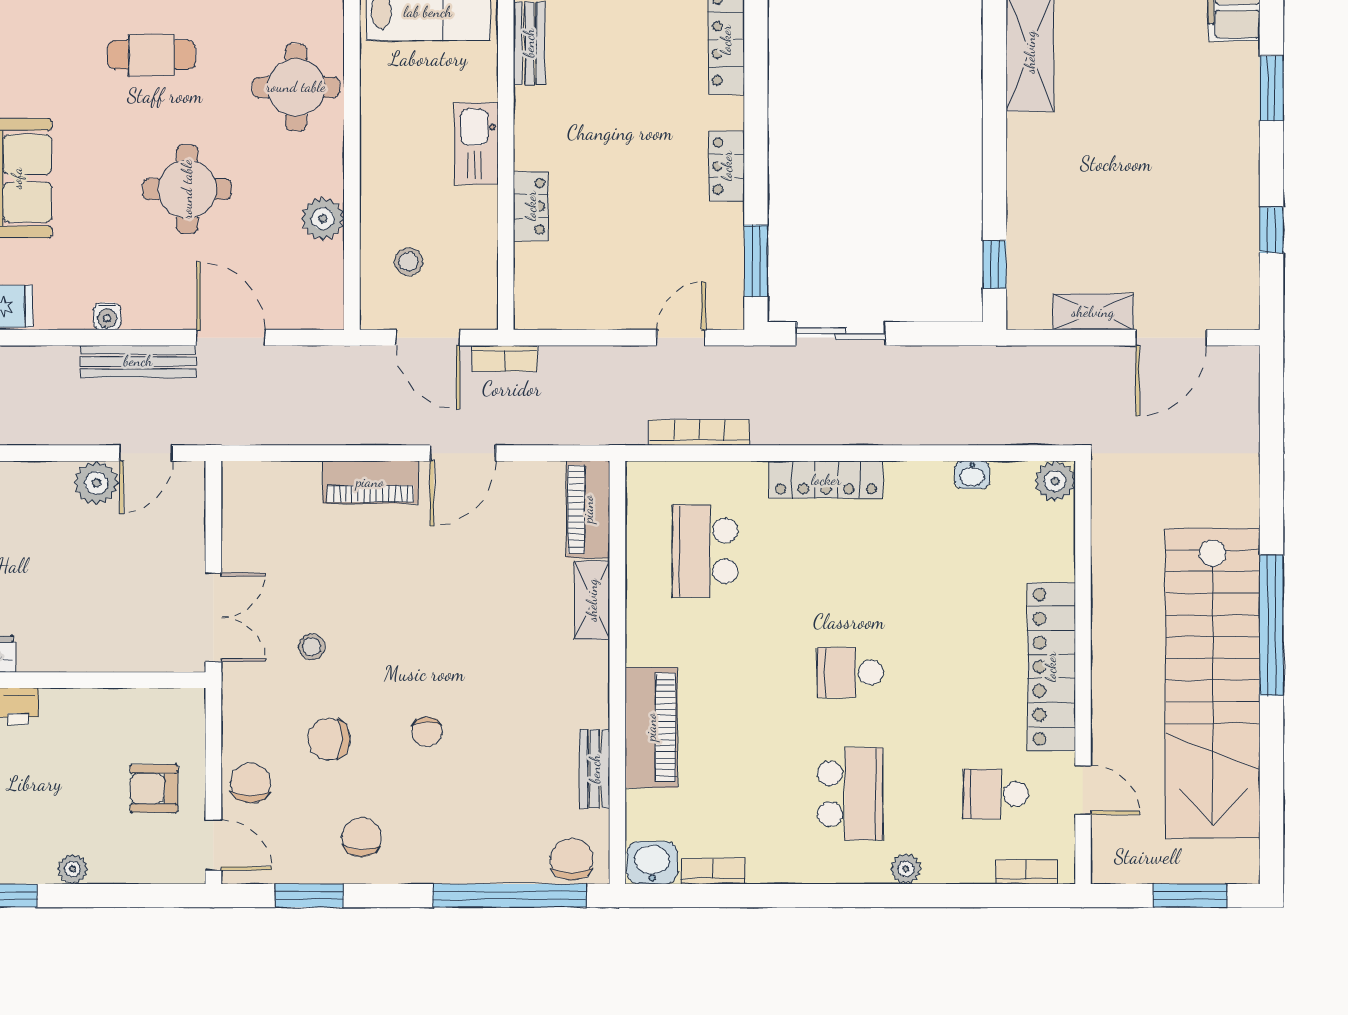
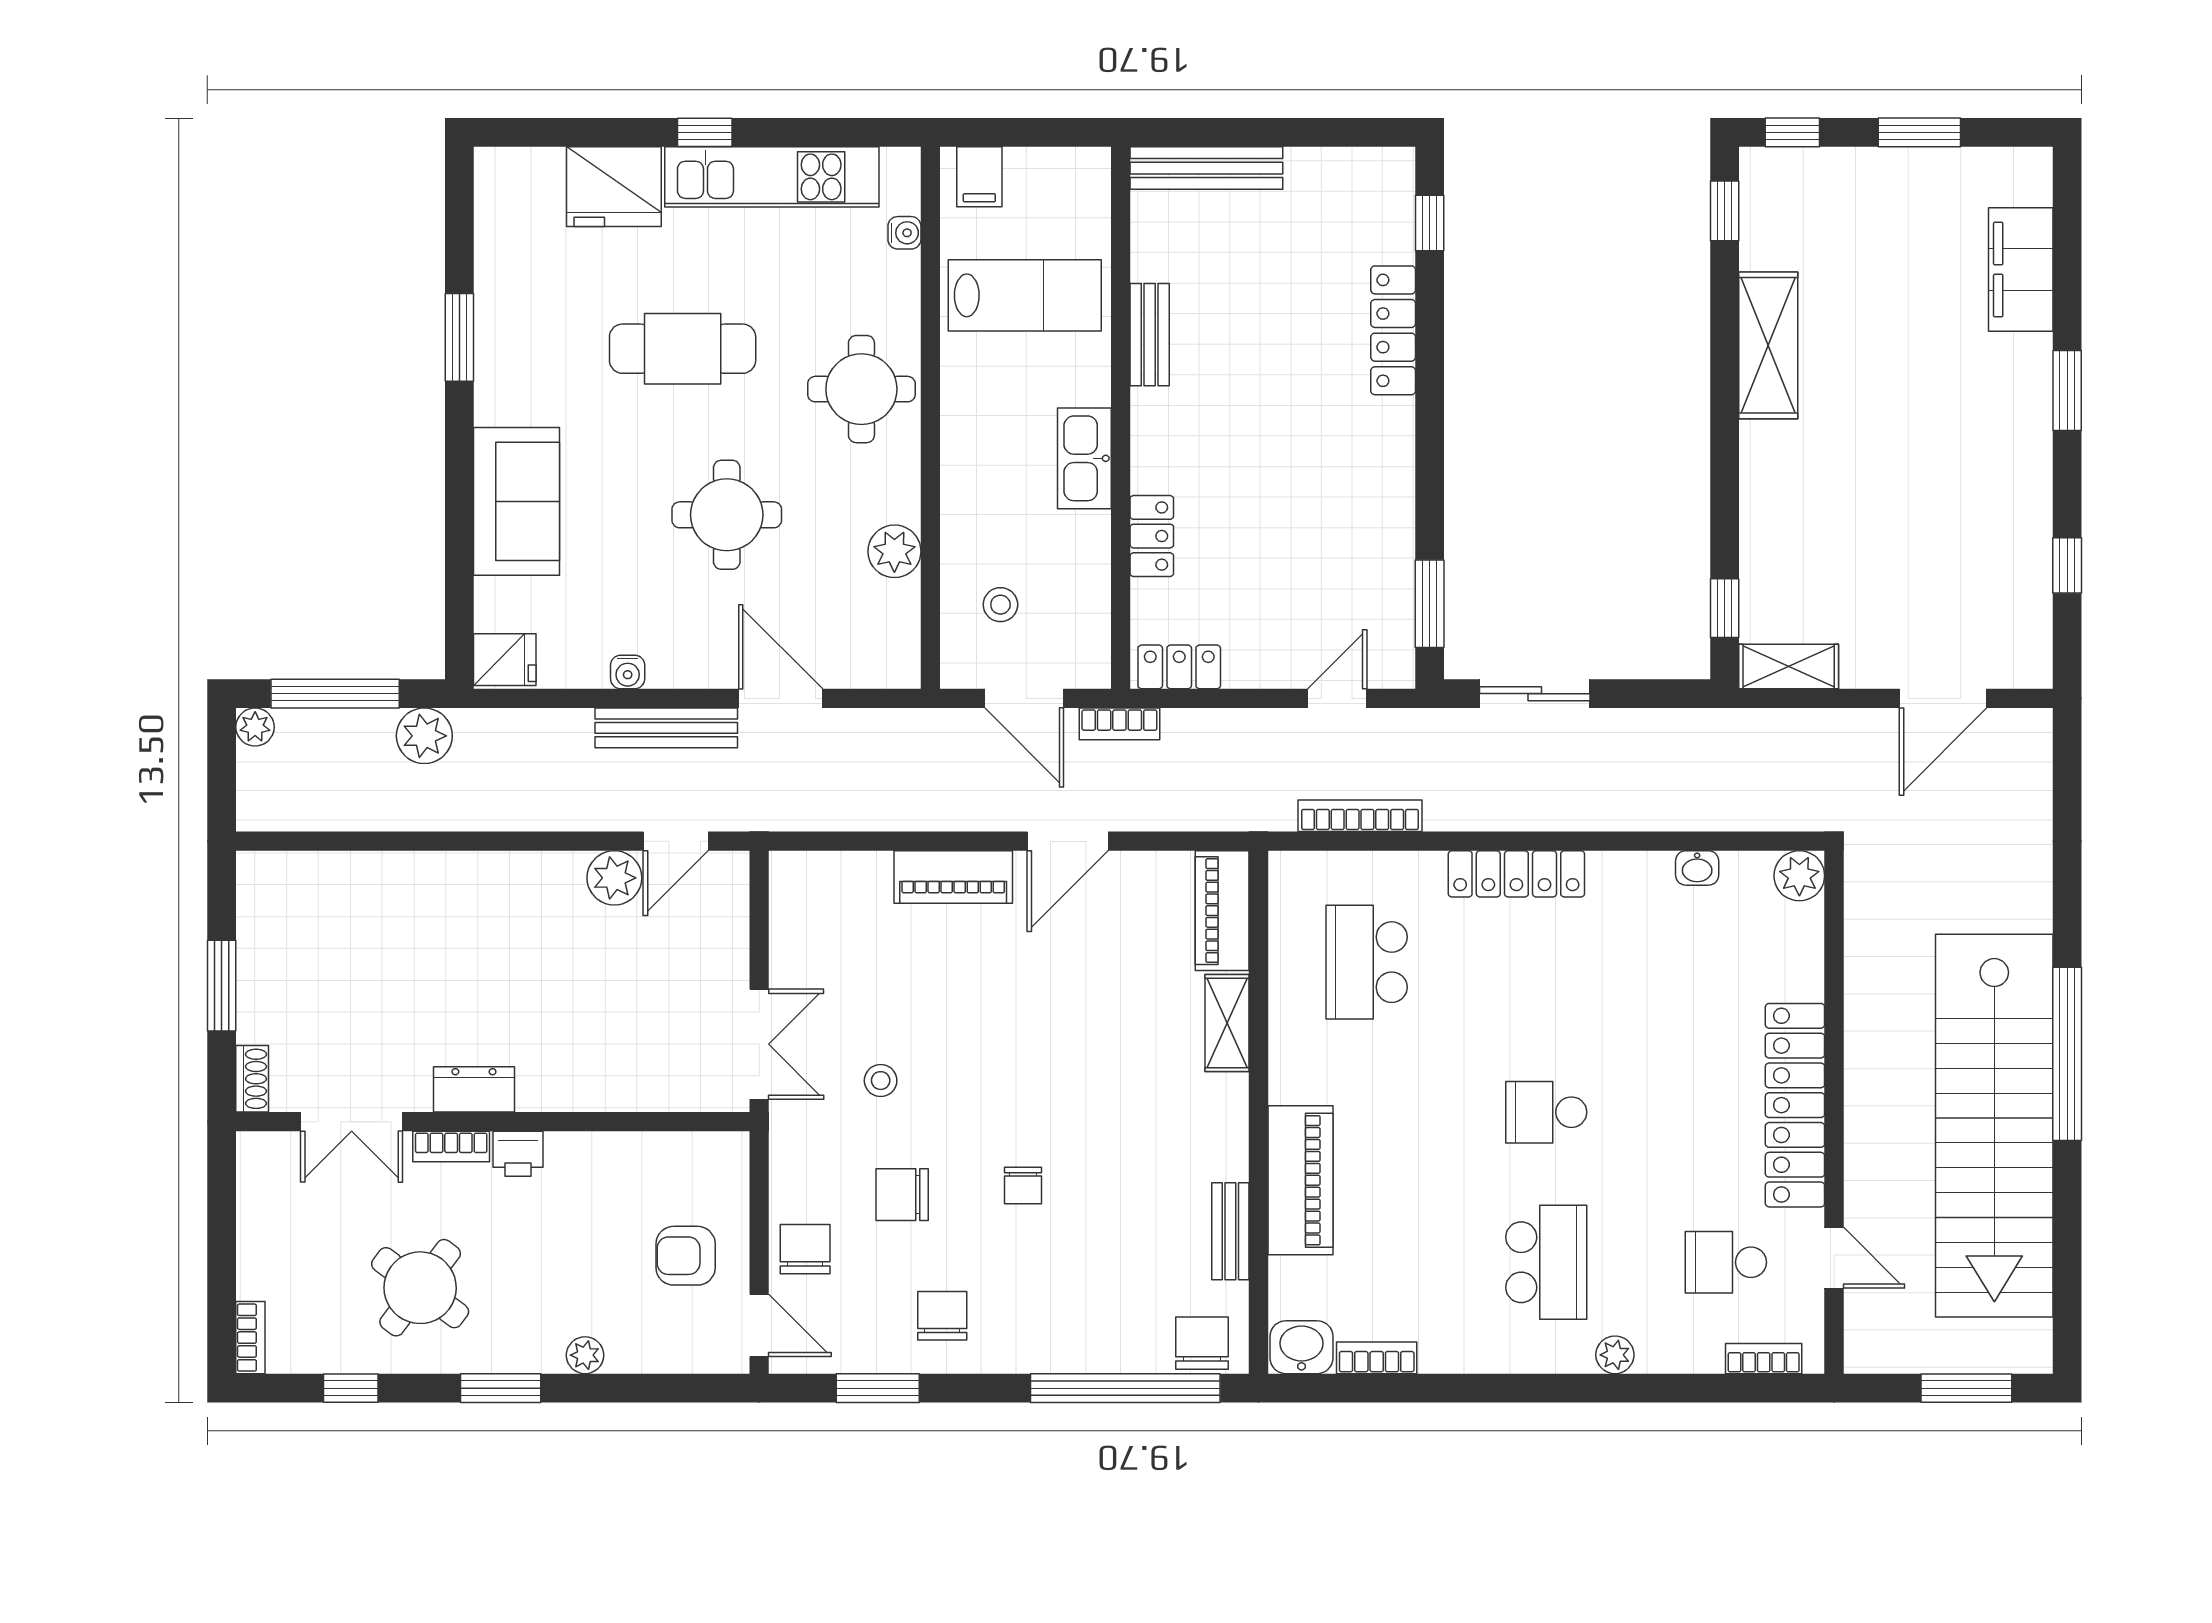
cafe table: (151, 55) -> (683, 349), width x1.37, depth x1.35
locker: (727, 166) -> (1179, 667), moved, turned 90
shelving: (1093, 312) -> (1789, 667), moved

